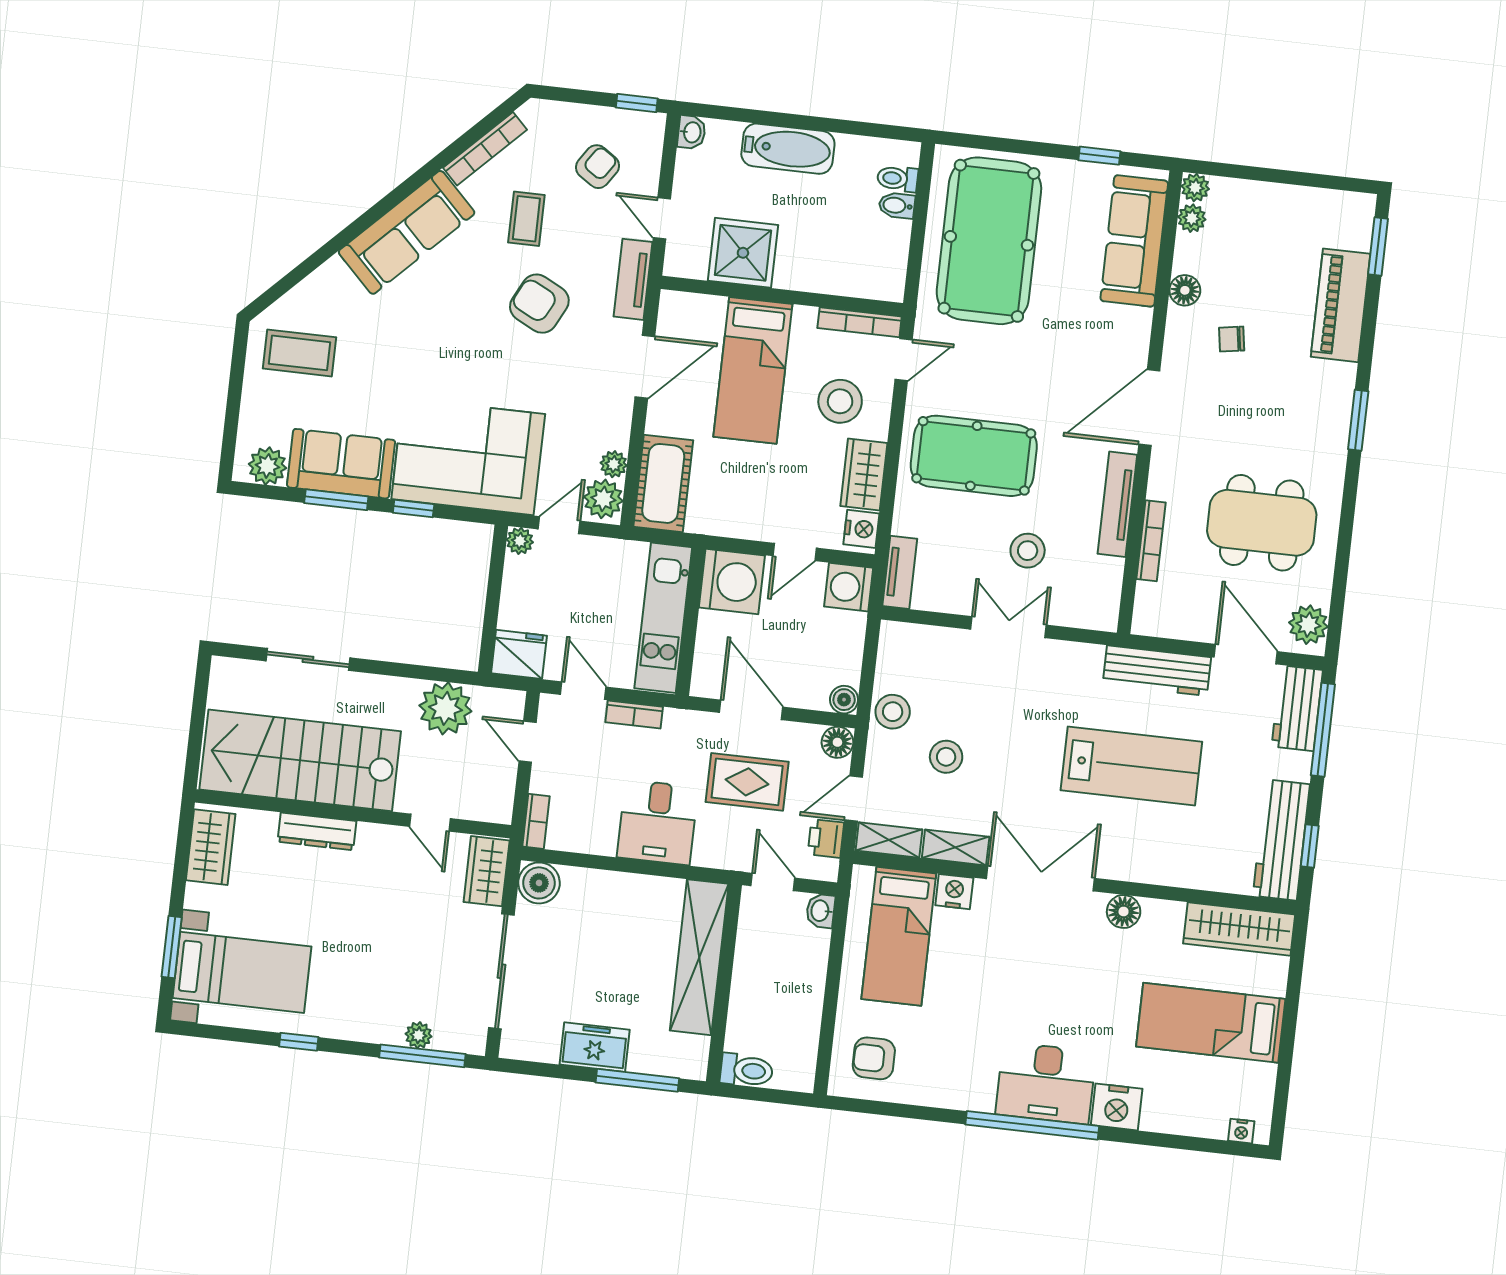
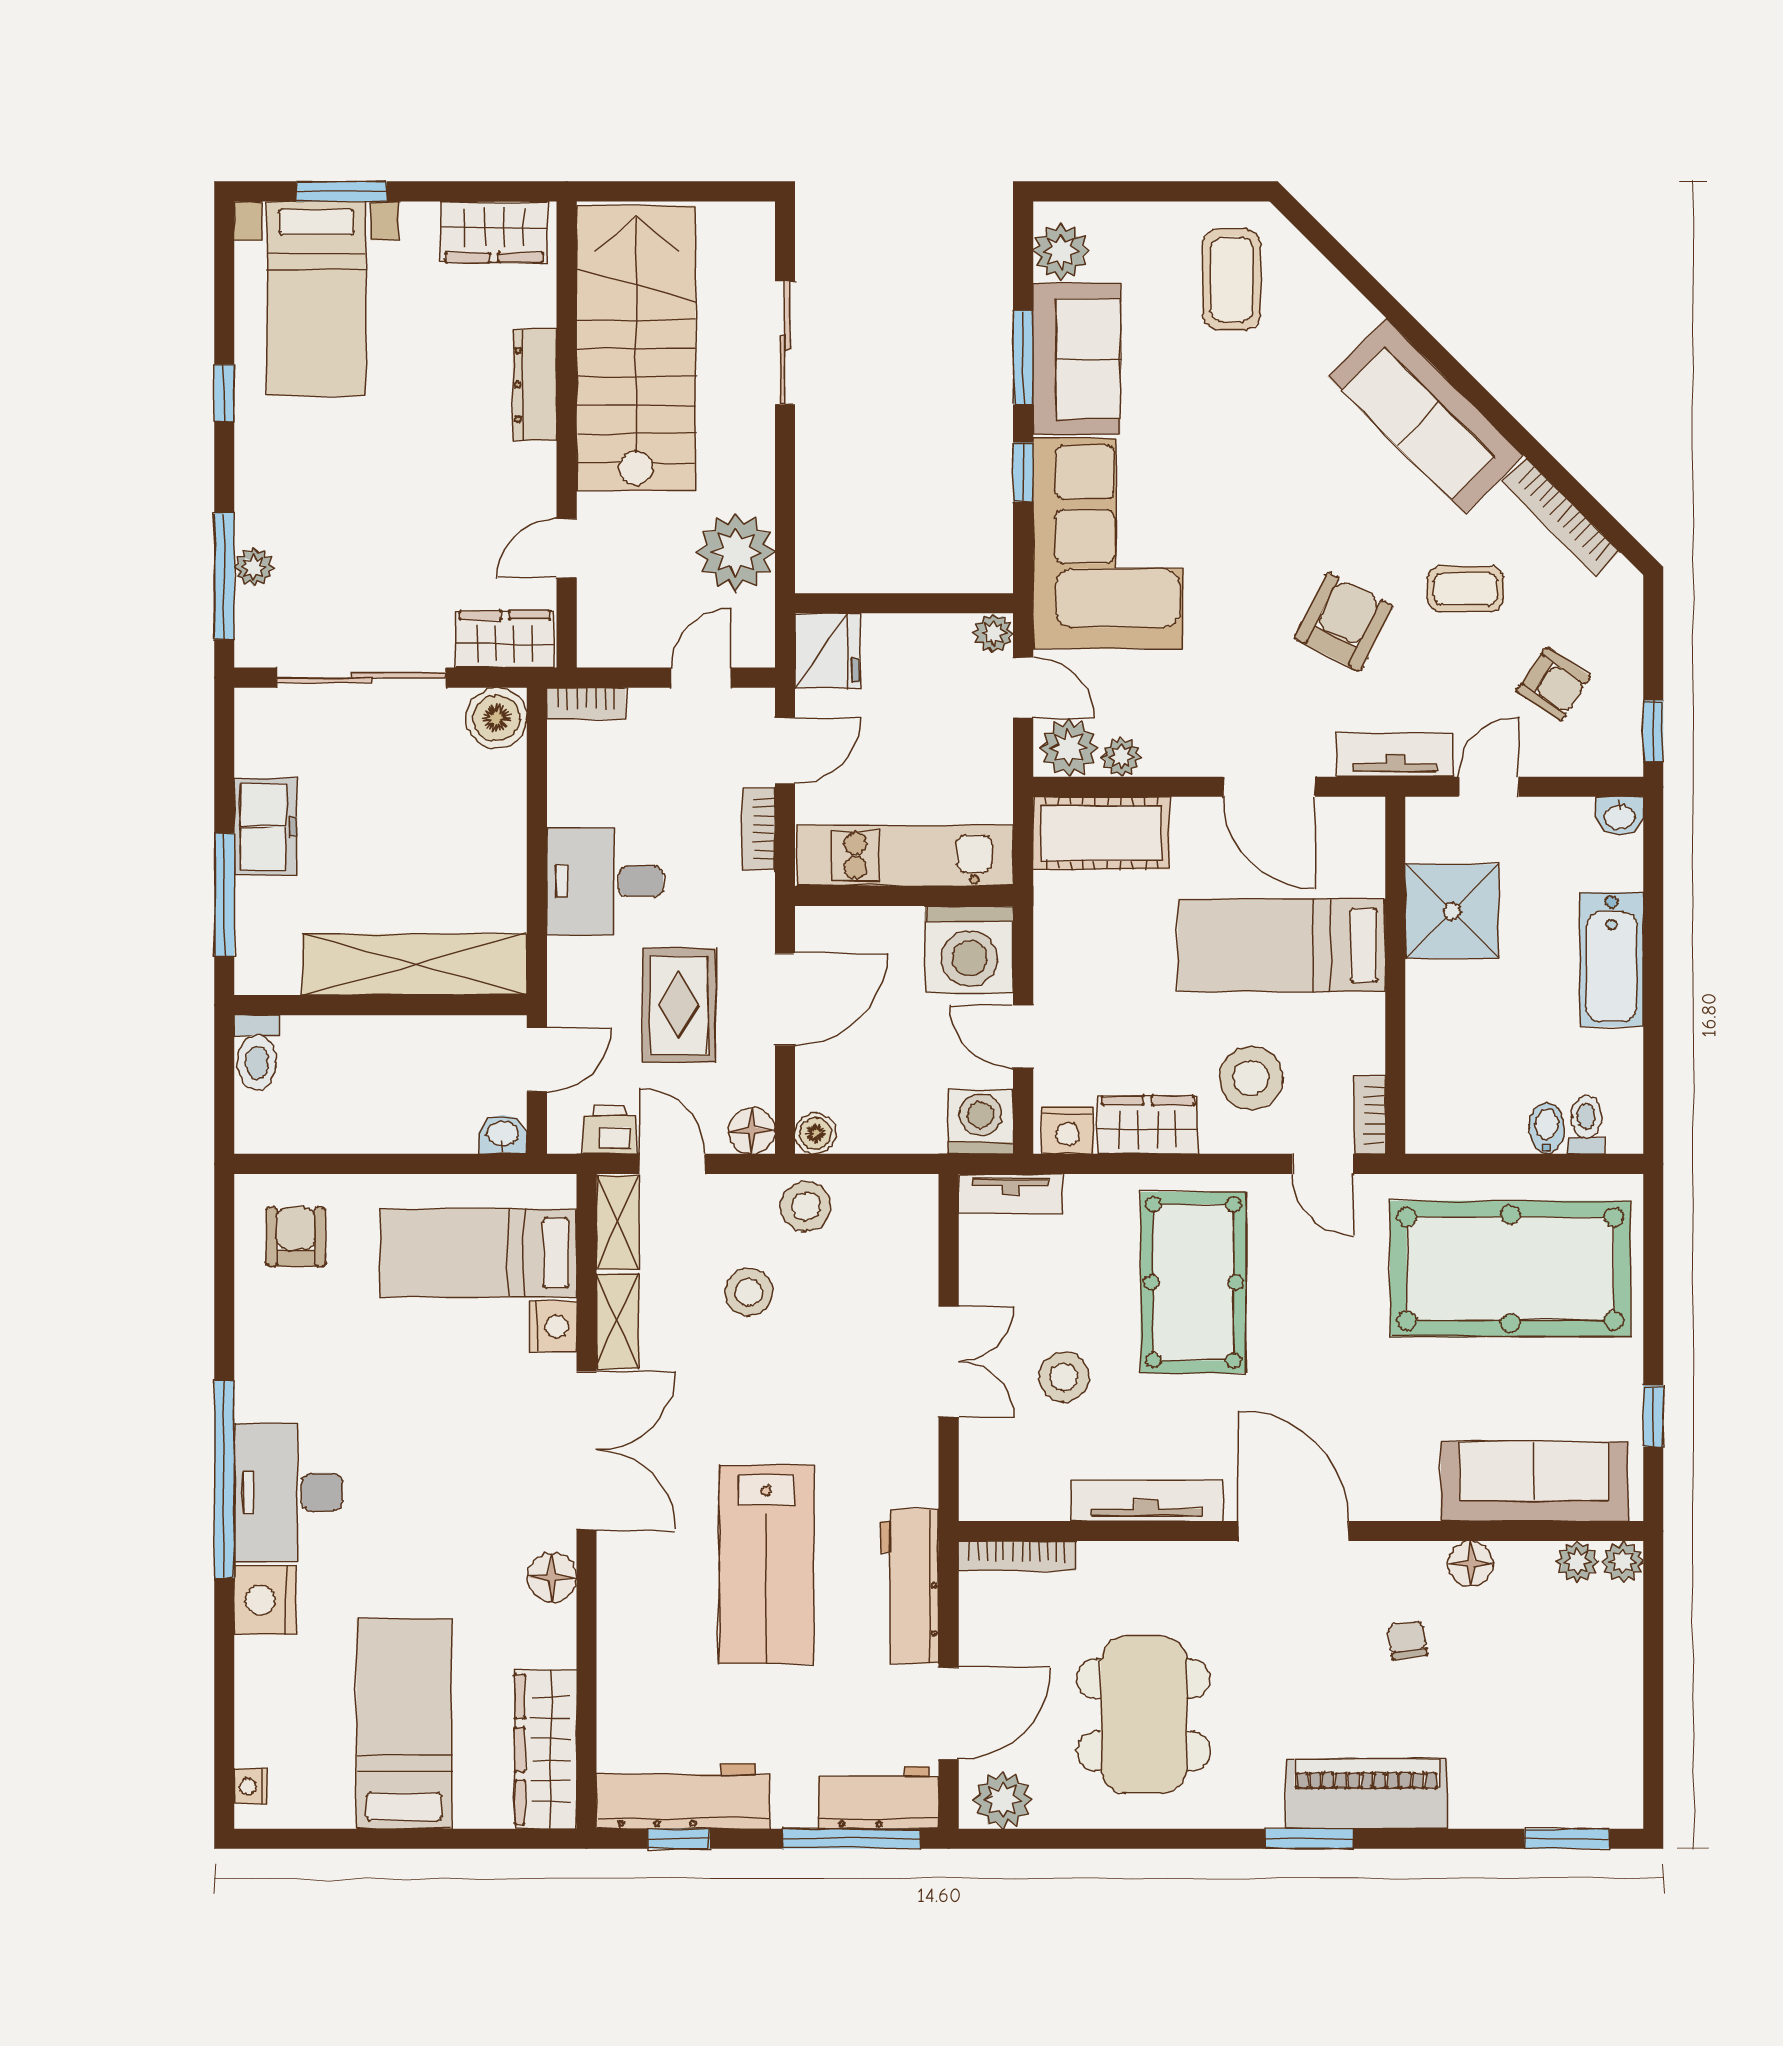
piano: (1341, 305) -> (1367, 1794), moved
bookcase: (860, 322) -> (1370, 1115), width x0.64
bookcase: (1151, 541) -> (1017, 1556), moved

